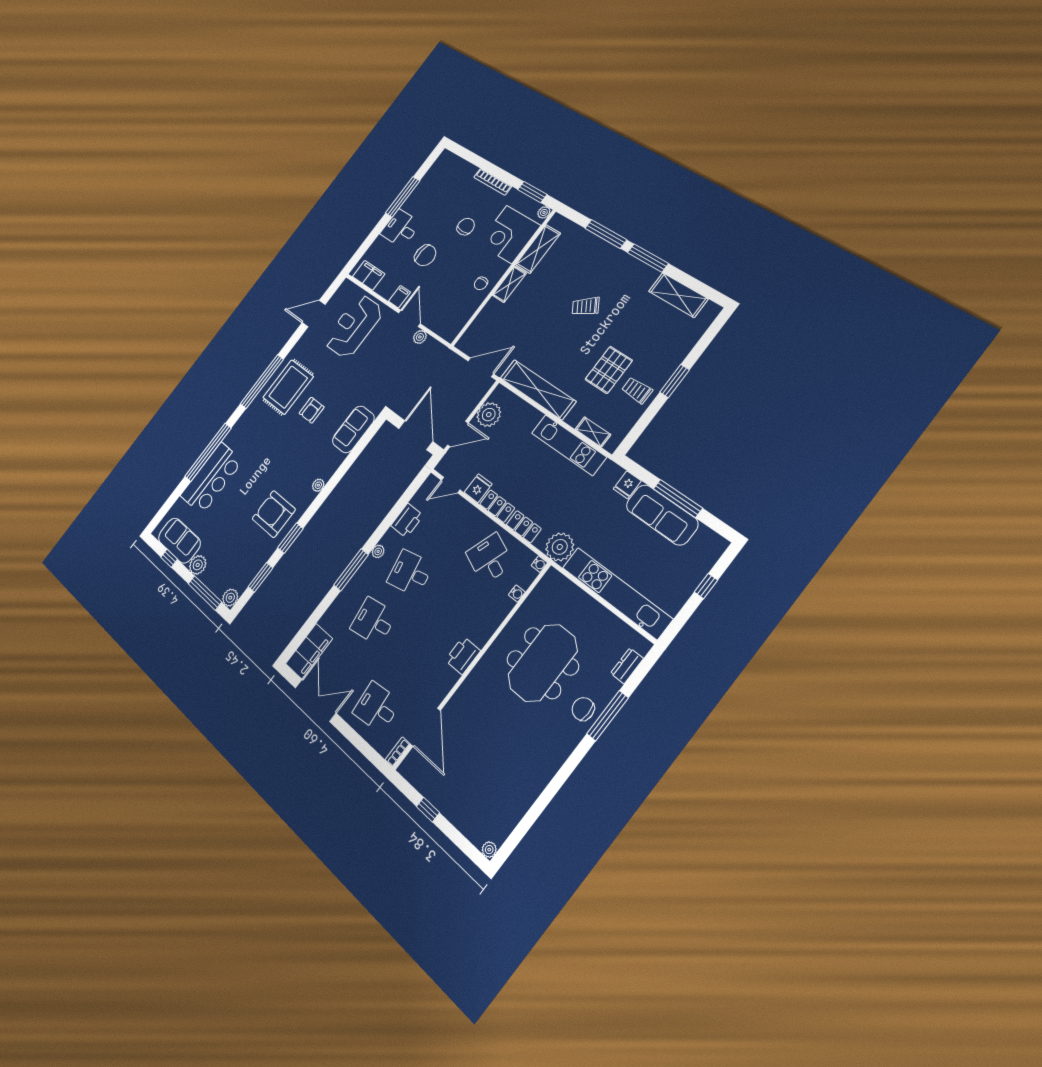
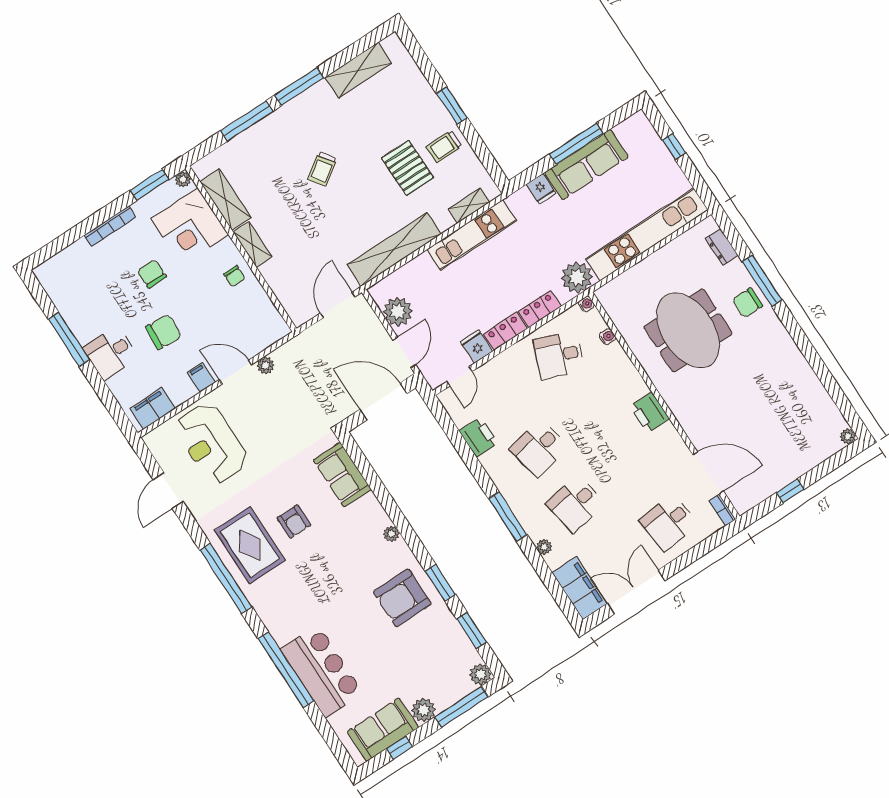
plant: (378, 551) -> (544, 547), moved

